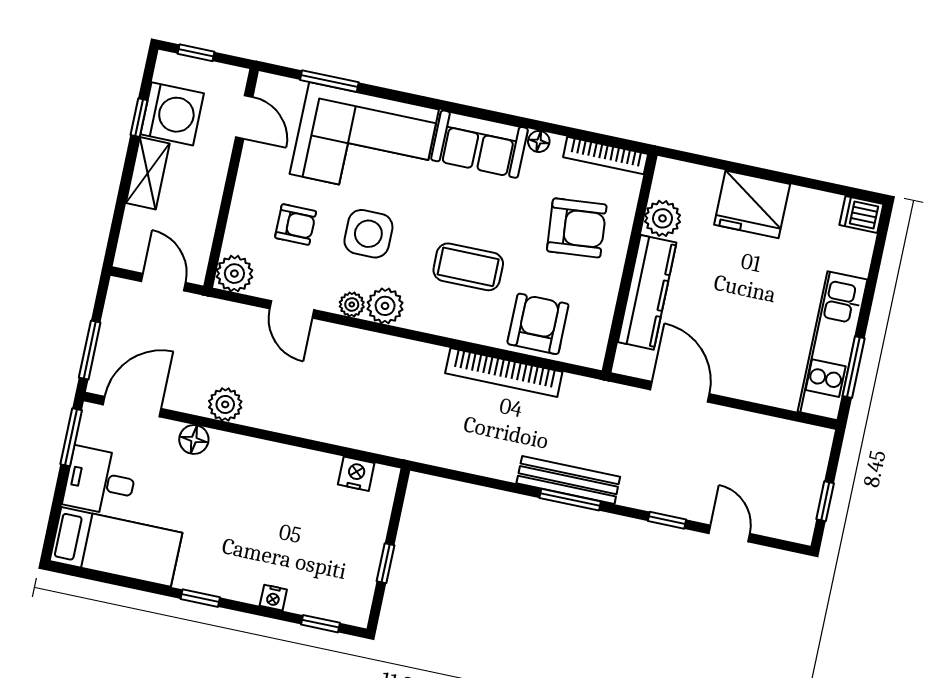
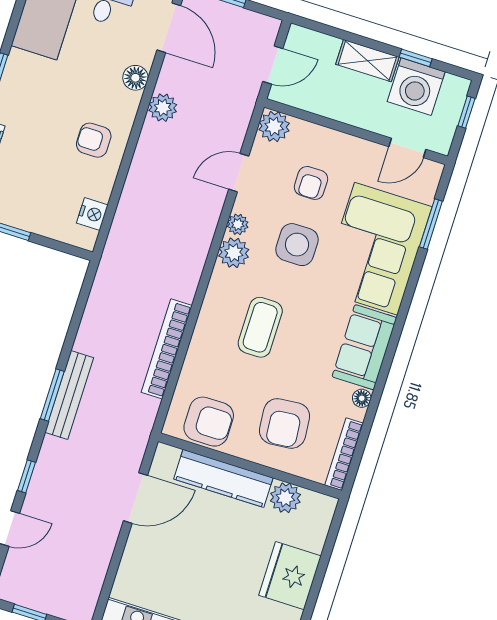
armchair: (538, 324) -> (209, 422), moved
armchair: (271, 481) -> (94, 140), added

